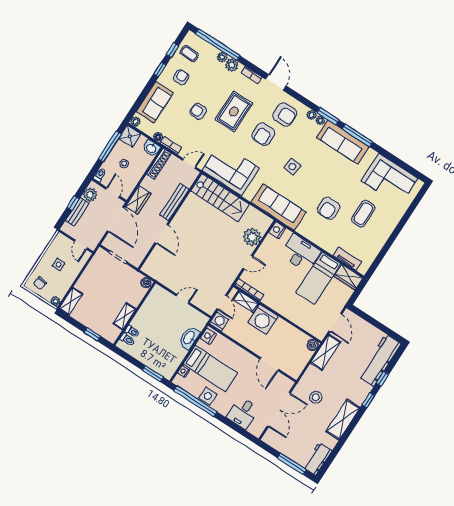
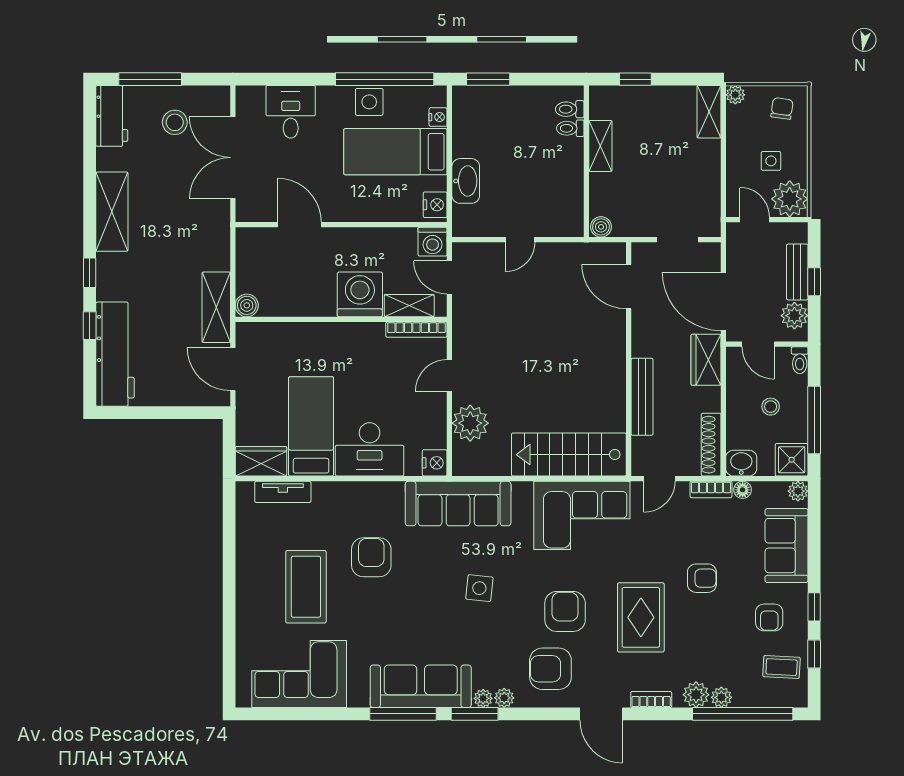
coffee table: (363, 214) -> (306, 587), width x1.36, depth x1.32
door: (161, 234) -> (629, 287), moved
plant: (61, 244) -> (790, 199), added
stool: (316, 397) -> (175, 122), moved

